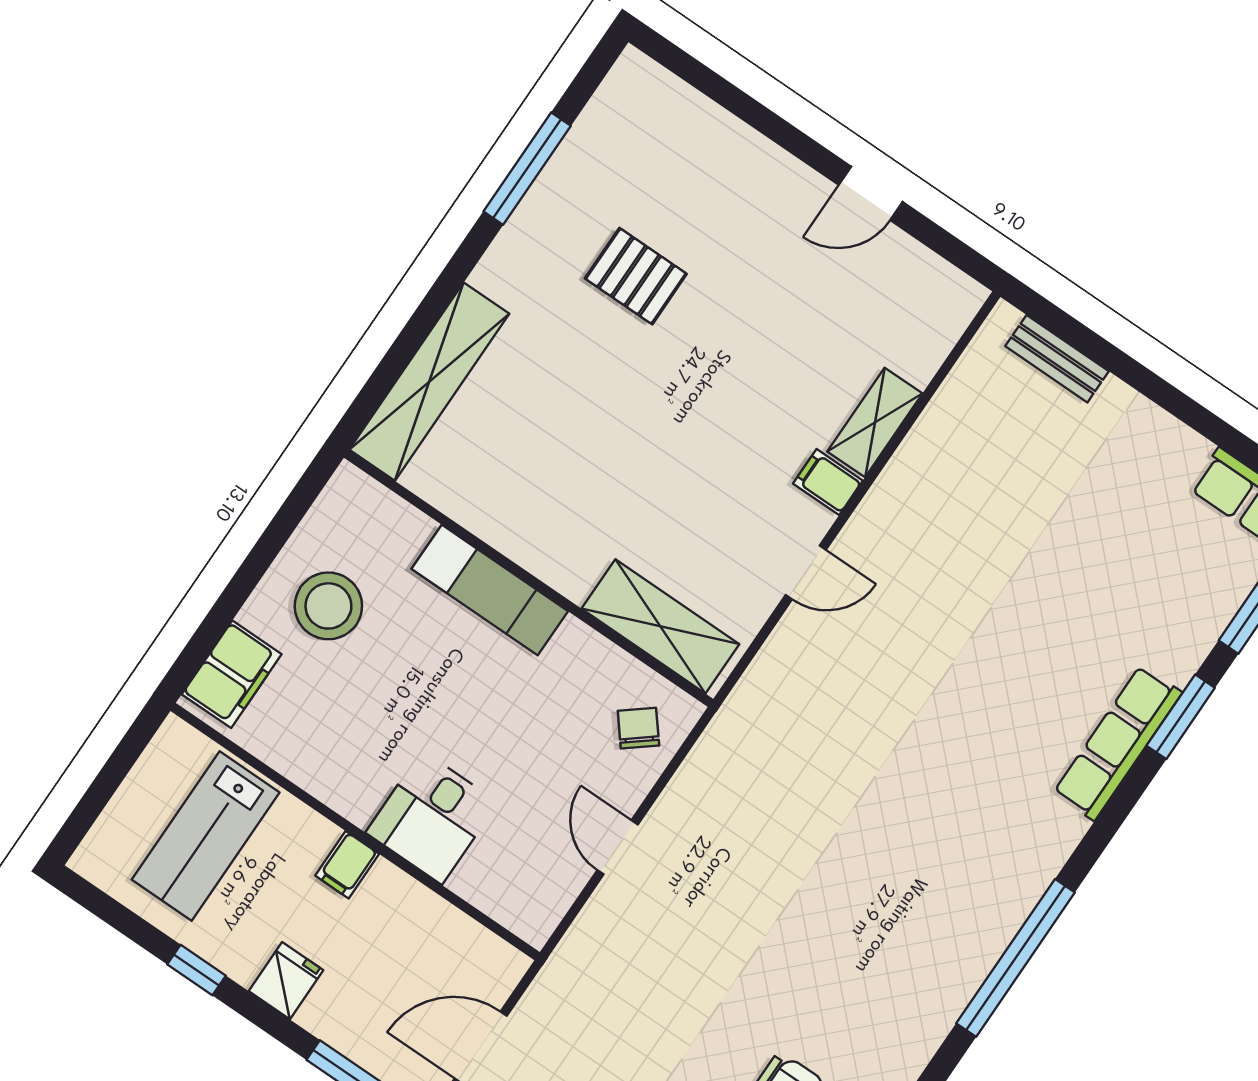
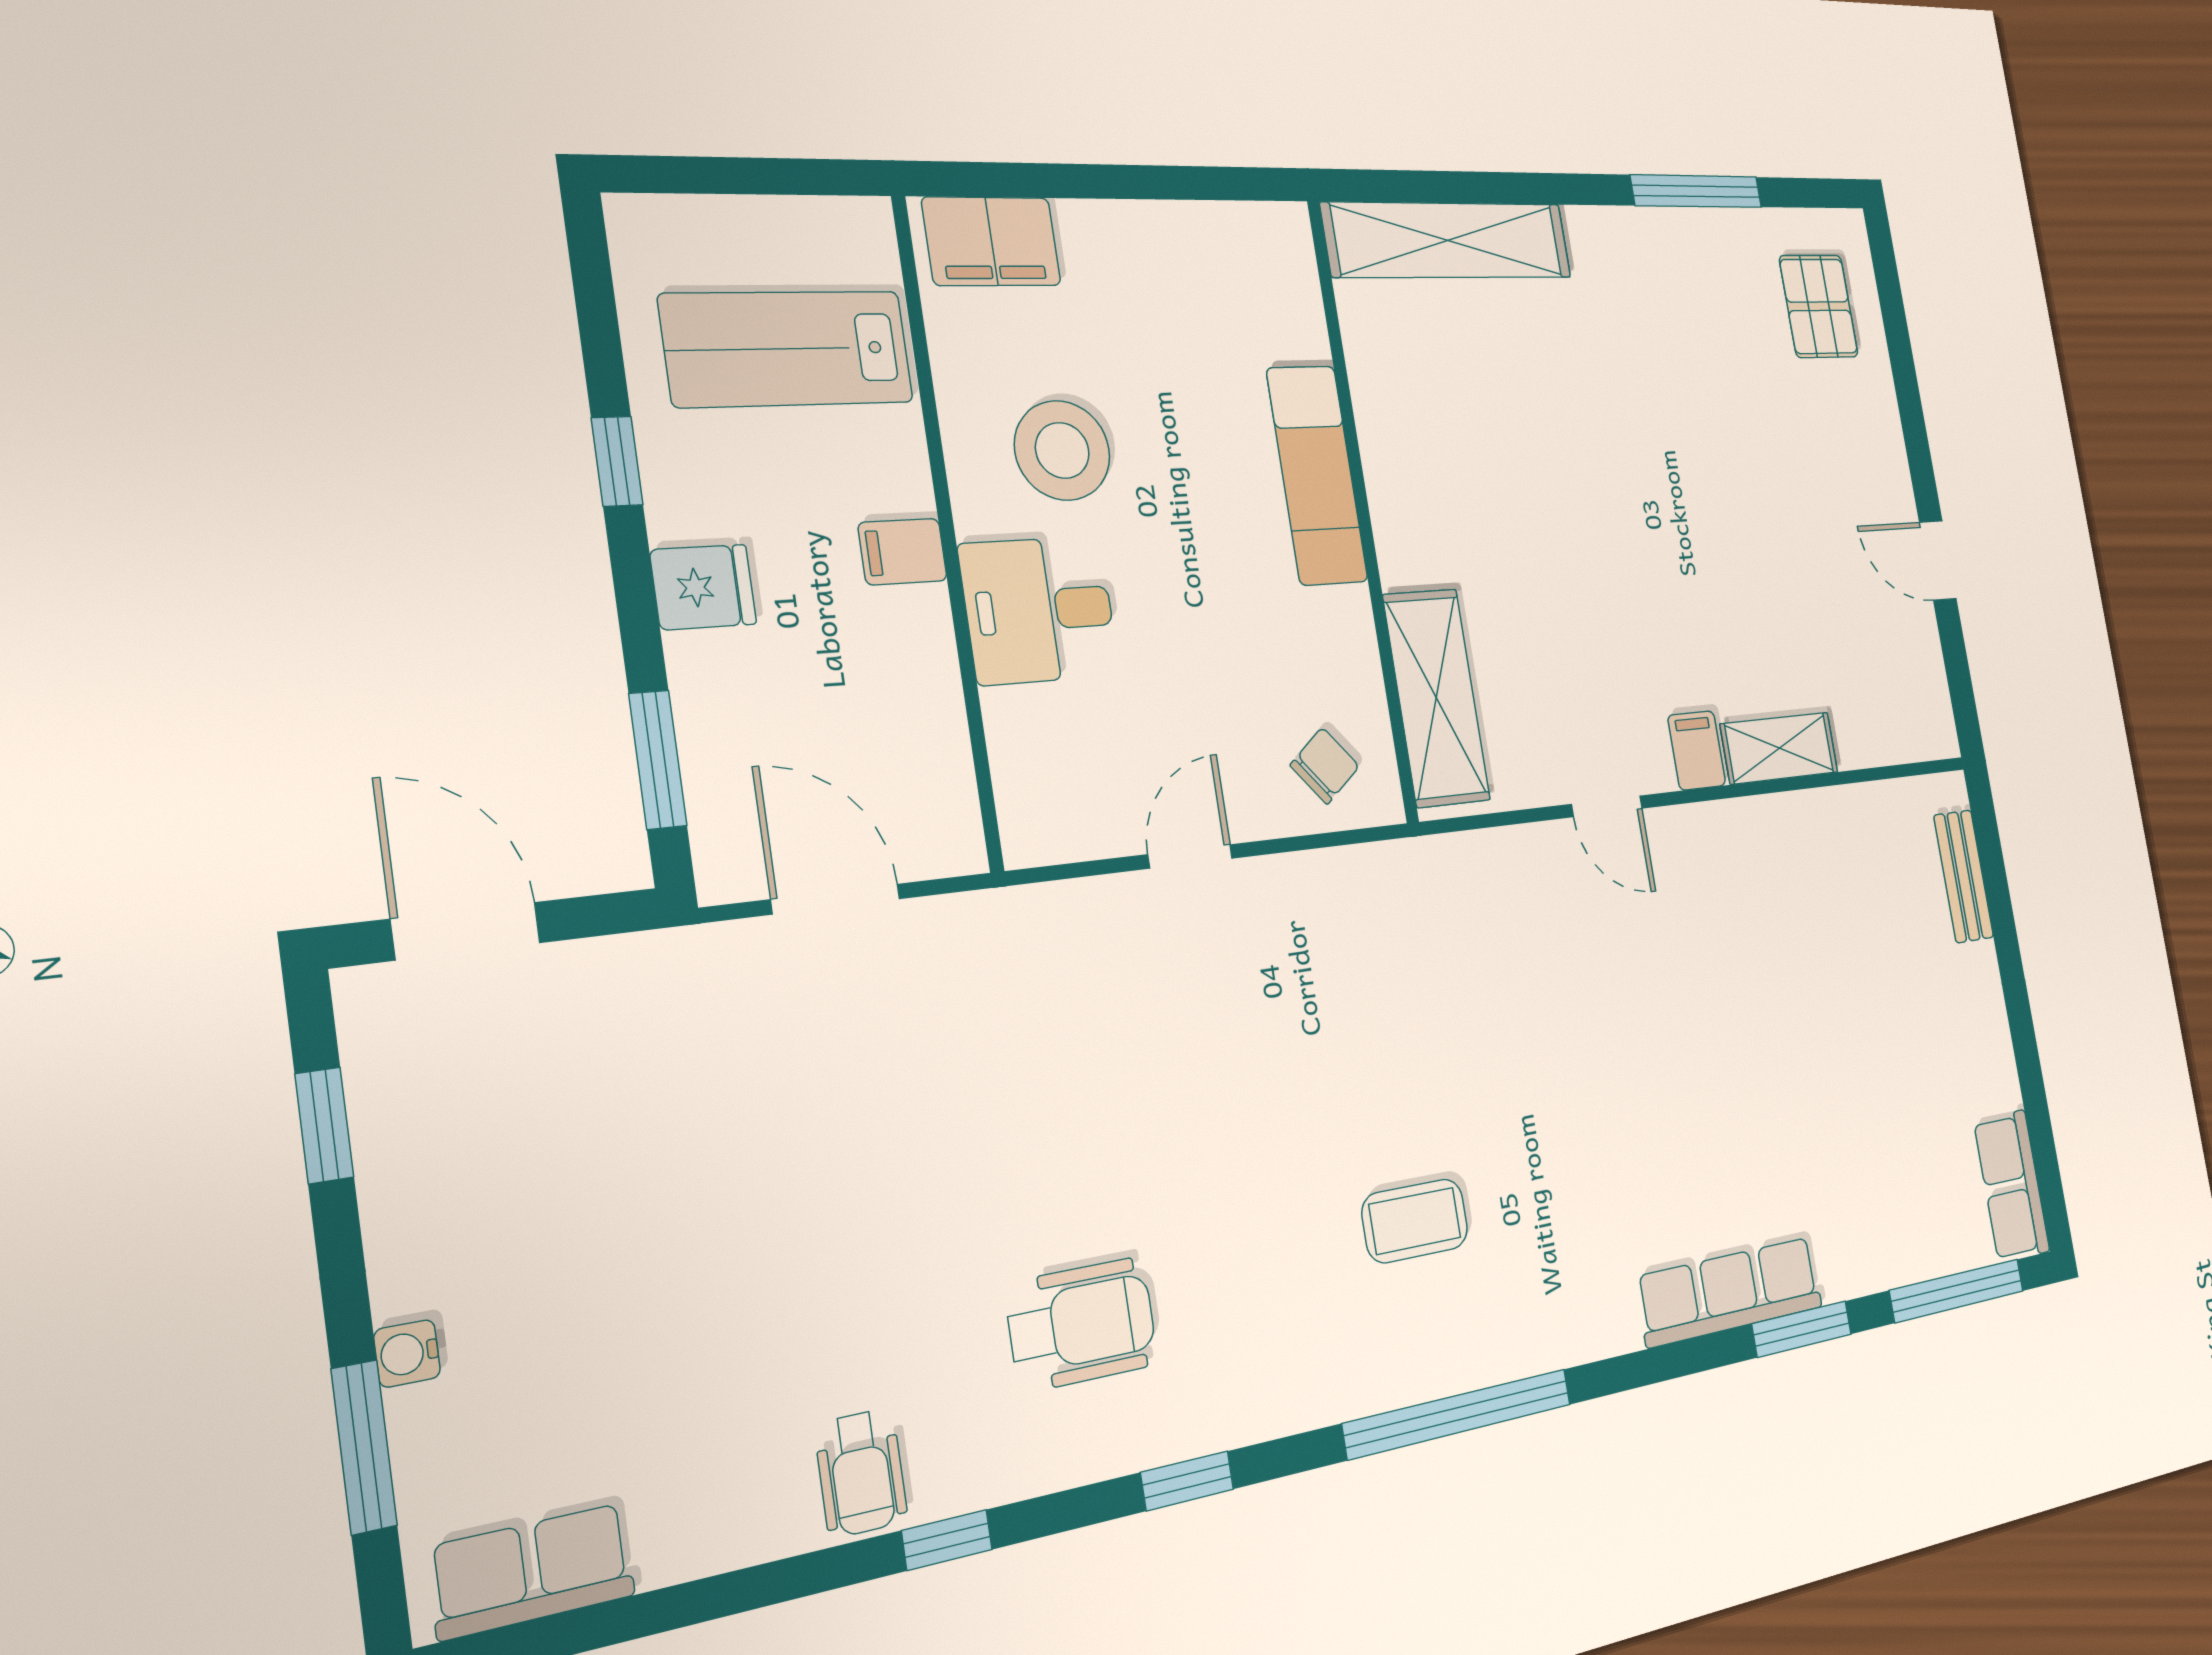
pallet: (636, 276) -> (1819, 306), moved
stool: (328, 606) -> (1062, 450), moved
coffee table: (903, 892) -> (1415, 1221), added

